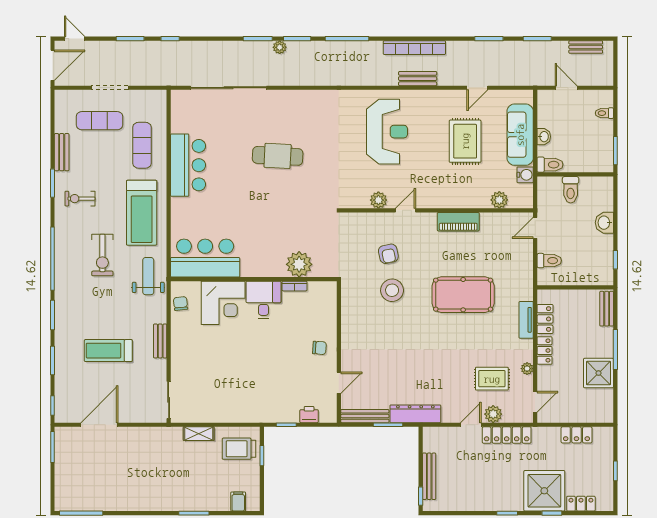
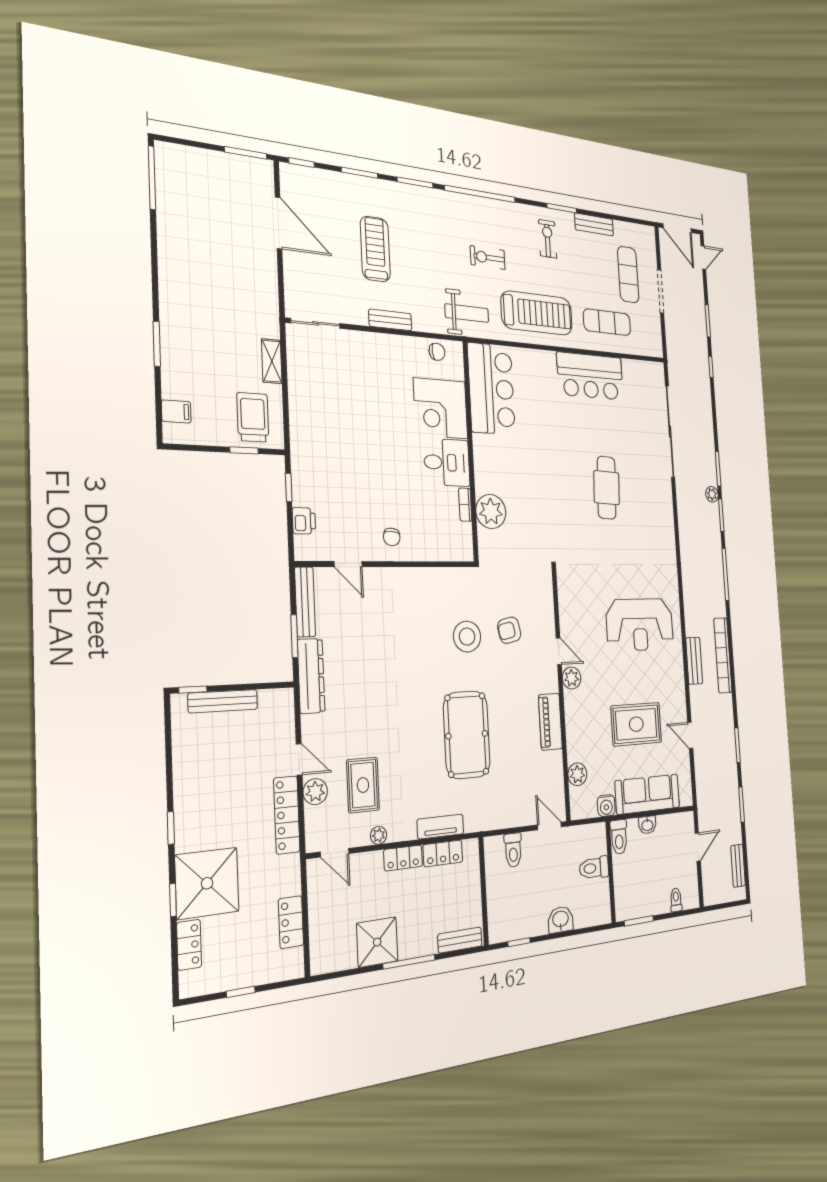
plant: (378, 200) -> (572, 678), moved
treadmill: (142, 213) -> (537, 313), turned 180
exercise bike: (102, 255) -> (488, 257), width x0.73, depth x0.72

